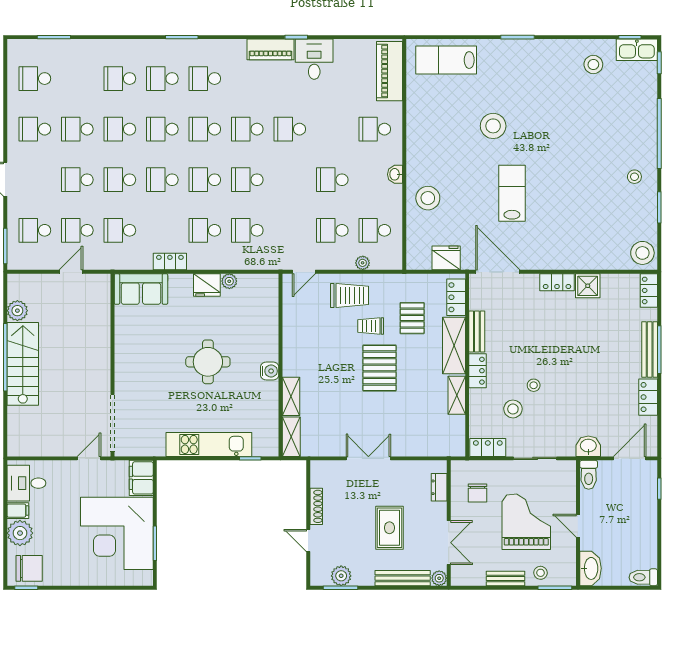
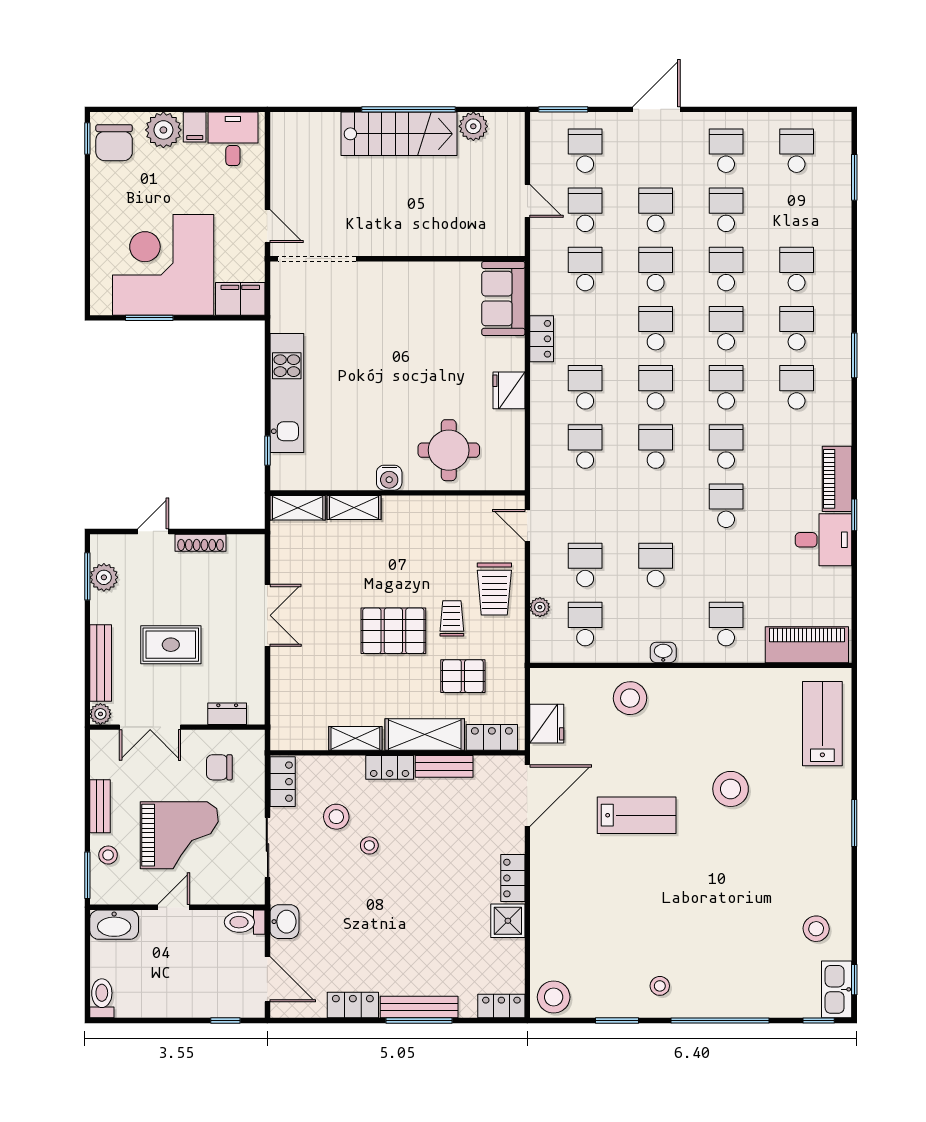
plant: (229, 281) -> (514, 421), removed
round table: (208, 362) -> (449, 450), moved

